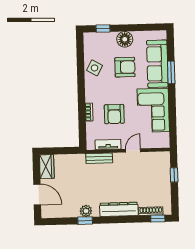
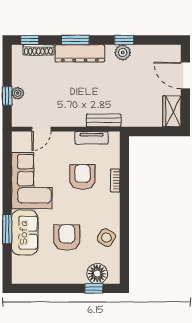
floor lamp: (125, 39) -> (97, 274), moved
sofa: (157, 64) -> (25, 233), width x0.73
armchair: (125, 67) -> (67, 237), turned 90
door: (133, 150) -> (41, 129), moved
plant: (166, 177) -> (18, 93), added
window: (123, 219) -> (75, 40), added

